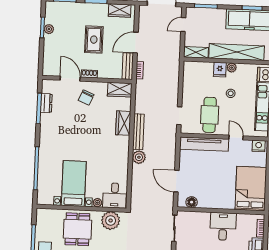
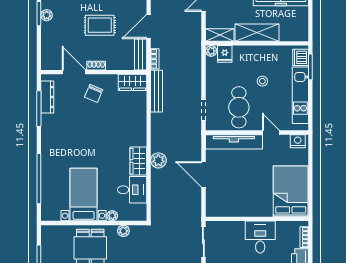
rug: (94, 40) -> (100, 25), turned 90
shelving: (237, 52) -> (257, 33), width x0.68
plant: (232, 68) -> (211, 51), moved
fridge: (220, 70) -> (225, 54), moved
dresser: (46, 103) -> (47, 97), width x1.44
wardrobe: (123, 123) -> (138, 161), moved
bench: (138, 132) -> (157, 91), moved
door: (176, 181) -> (203, 174), moved
desk: (115, 195) -> (132, 190), moved, turned -90
floor lamp: (192, 202) -> (222, 210), removed
plant: (111, 220) -> (123, 231), width x0.53, depth x0.53

